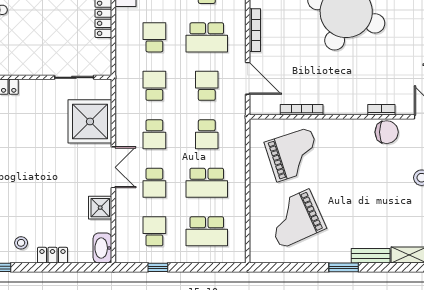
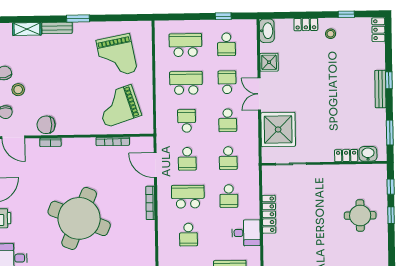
school desk: (154, 134) -> (228, 120), turned 180
grand piano: (295, 219) -> (117, 56), turned 103

